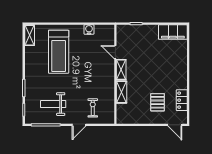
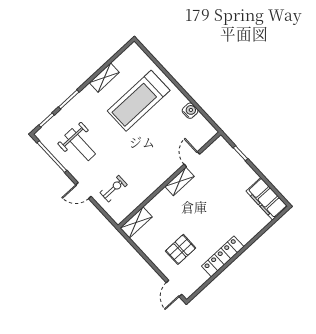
shelving: (30, 35) -> (104, 78), moved
shelving: (122, 92) -> (136, 222), moved
locker: (182, 100) -> (223, 256), moved, width x1.53
weight bench: (53, 104) -> (80, 145), turned 180

